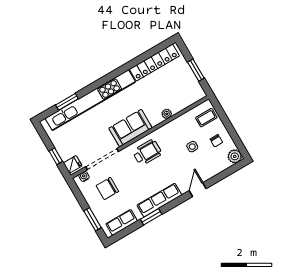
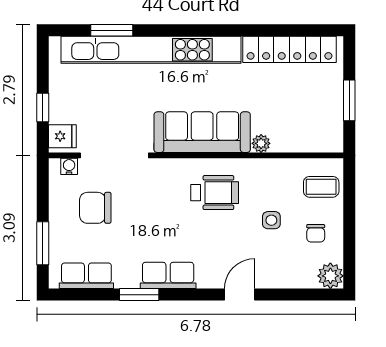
sofa: (130, 128) -> (202, 132), width x1.36
wheelchair: (147, 152) -> (215, 193), moved
row of seats: (159, 200) -> (168, 275), width x0.68

